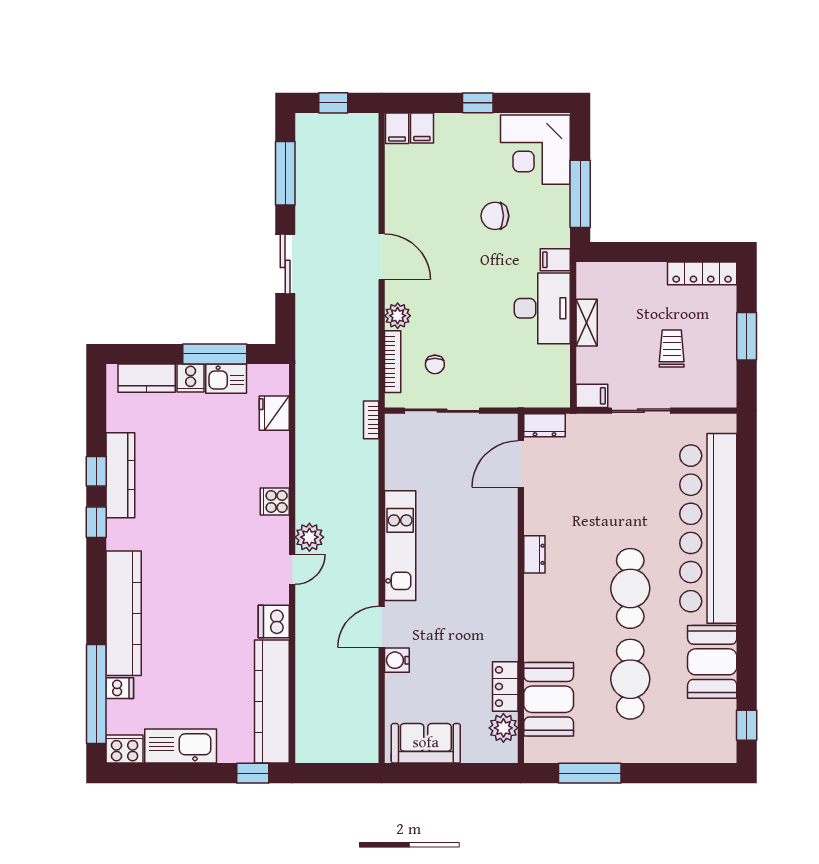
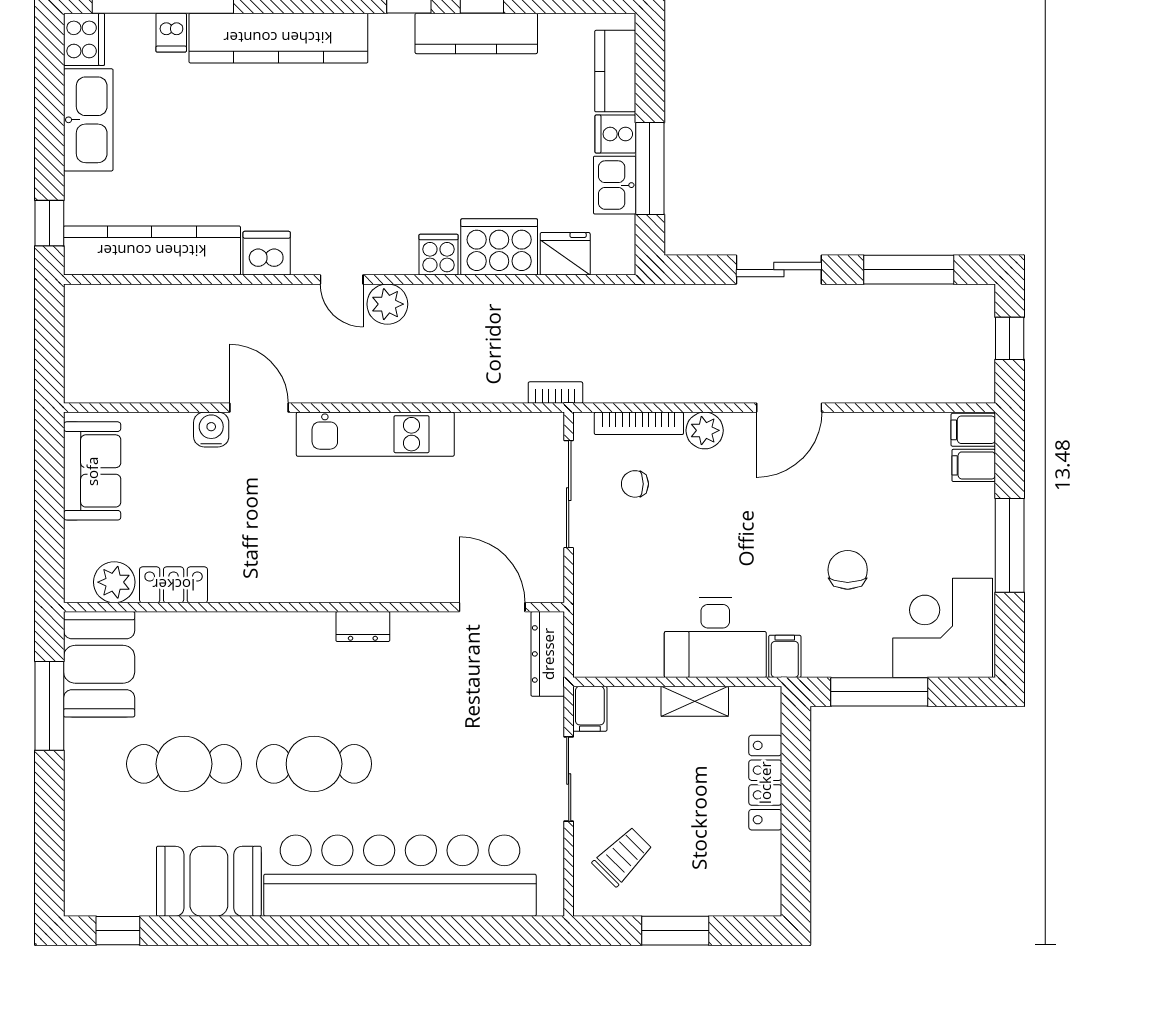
window: (478, 103) -> (1010, 545), width x2.17
locker: (702, 273) -> (765, 783), moved
trolley: (672, 349) -> (623, 856), moved, turned -45
dresser: (545, 425) -> (548, 654), width x1.44
cooker: (269, 459) -> (499, 247), added
booth: (549, 699) -> (99, 664), moved, turned 90

